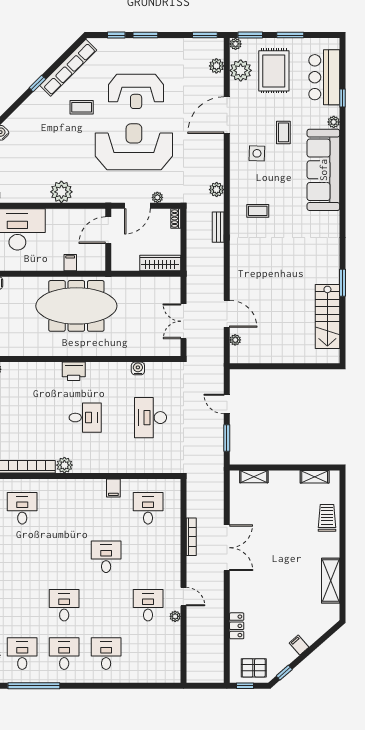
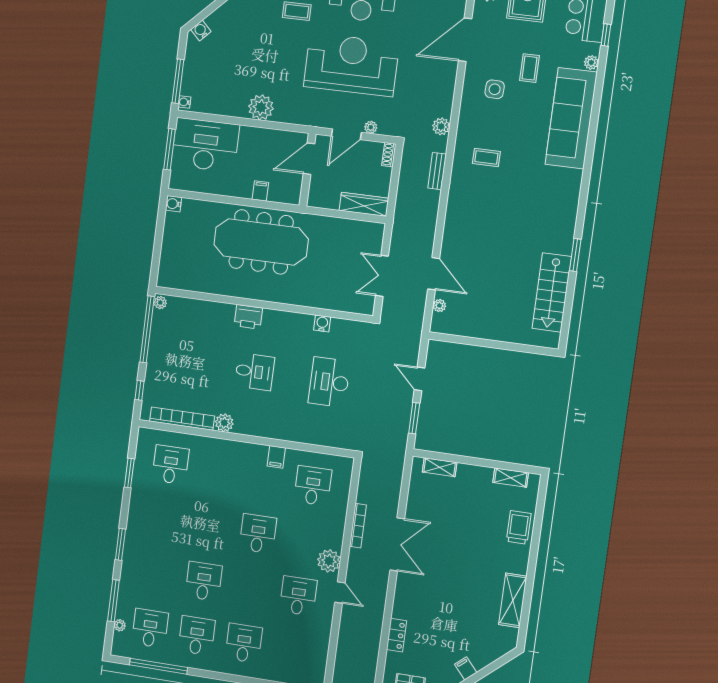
plant: (175, 616) -> (329, 561), moved, width x1.87, depth x1.87

